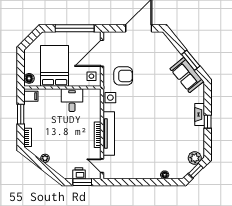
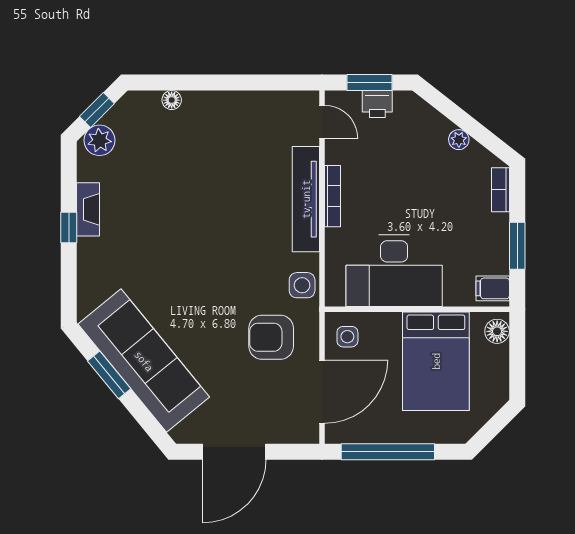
sofa: (187, 75) -> (144, 361), width x1.85, depth x1.27
desk: (72, 100) -> (394, 271), width x1.87, depth x1.30
fireplace: (200, 115) -> (88, 209), moved

